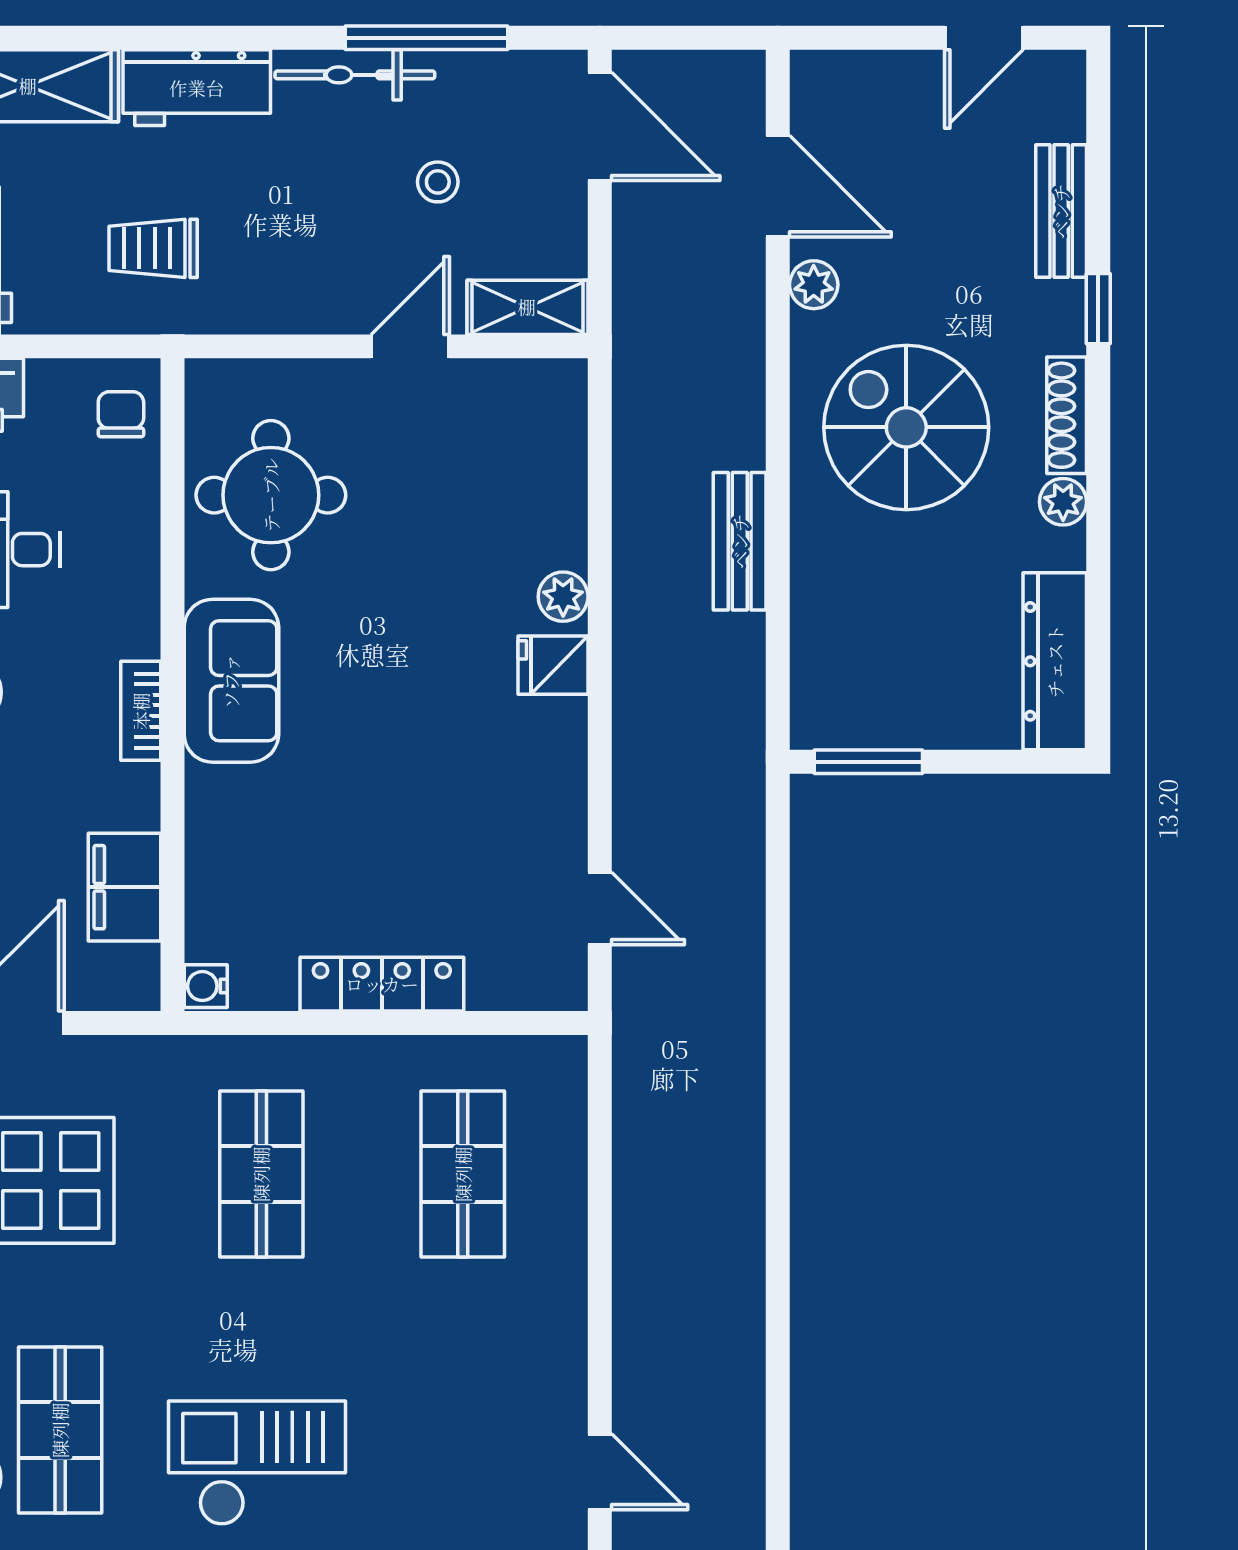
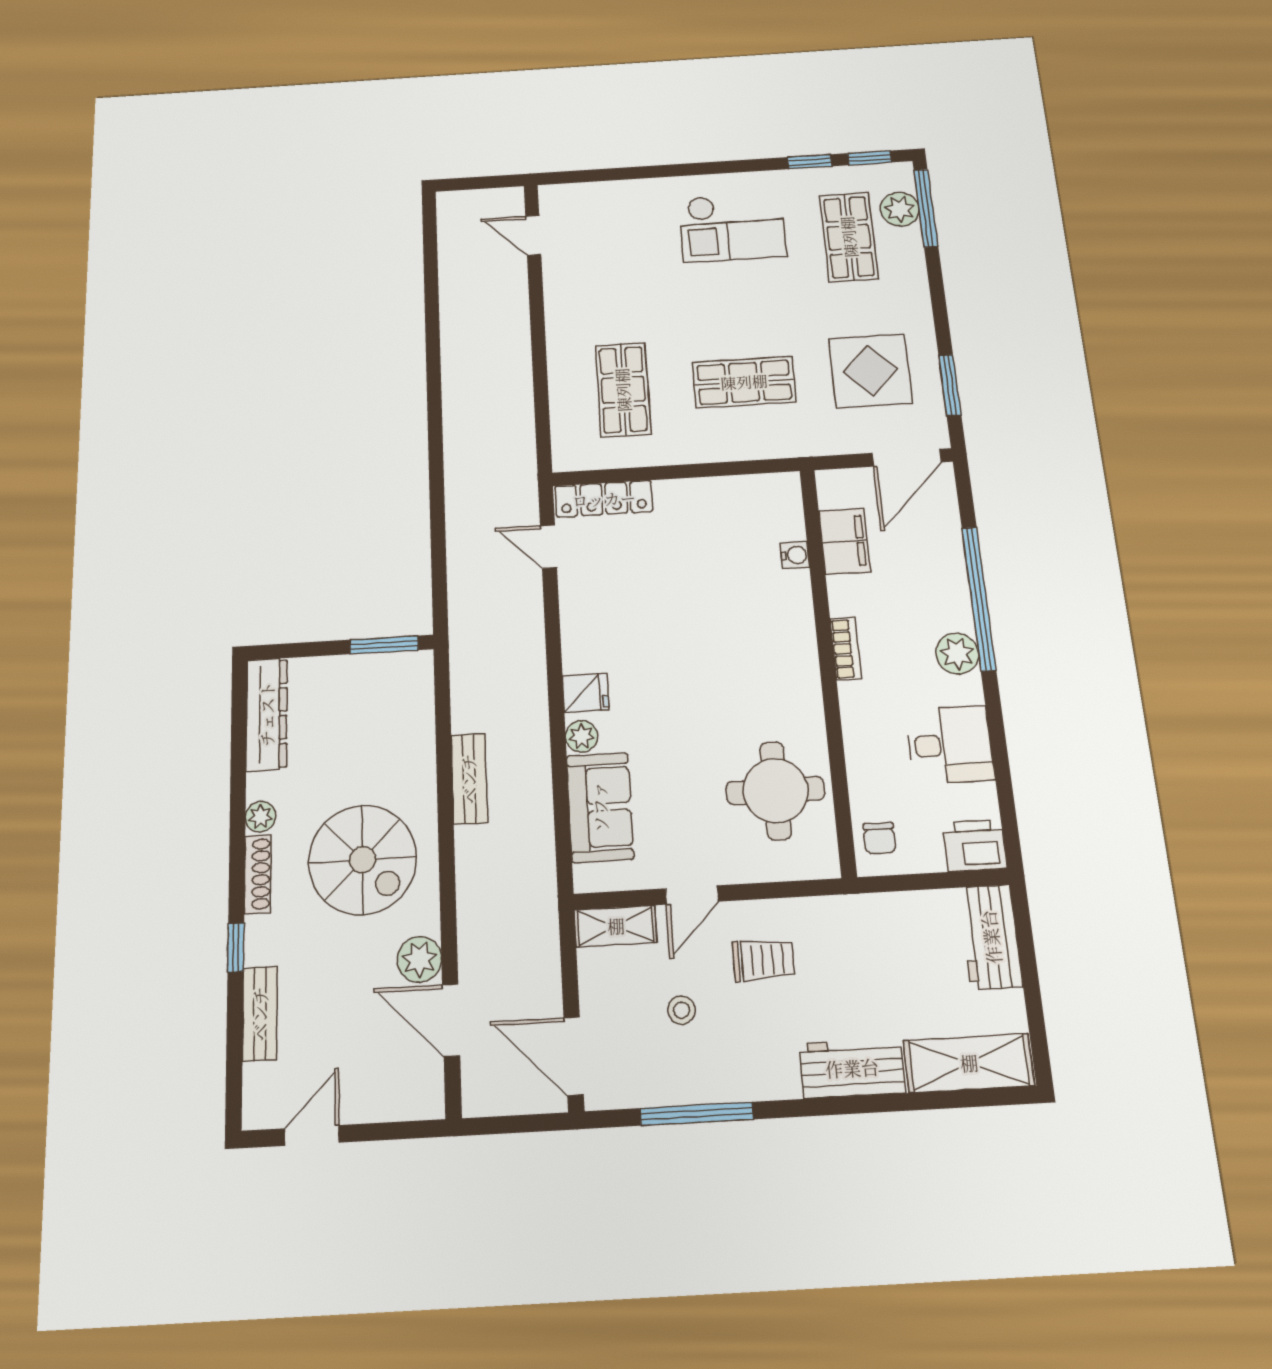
bicycle: (355, 75) -> (744, 1084), removed
trolley: (153, 248) -> (764, 960), moved
plant: (814, 285) -> (419, 959), width x1.38, depth x1.38
sofa: (231, 681) -> (600, 807), moved, turned 180
locker: (382, 984) -> (604, 499), moved
water cooler: (206, 986) -> (795, 555), moved
shop shelf: (261, 1174) -> (744, 382), turned 90

